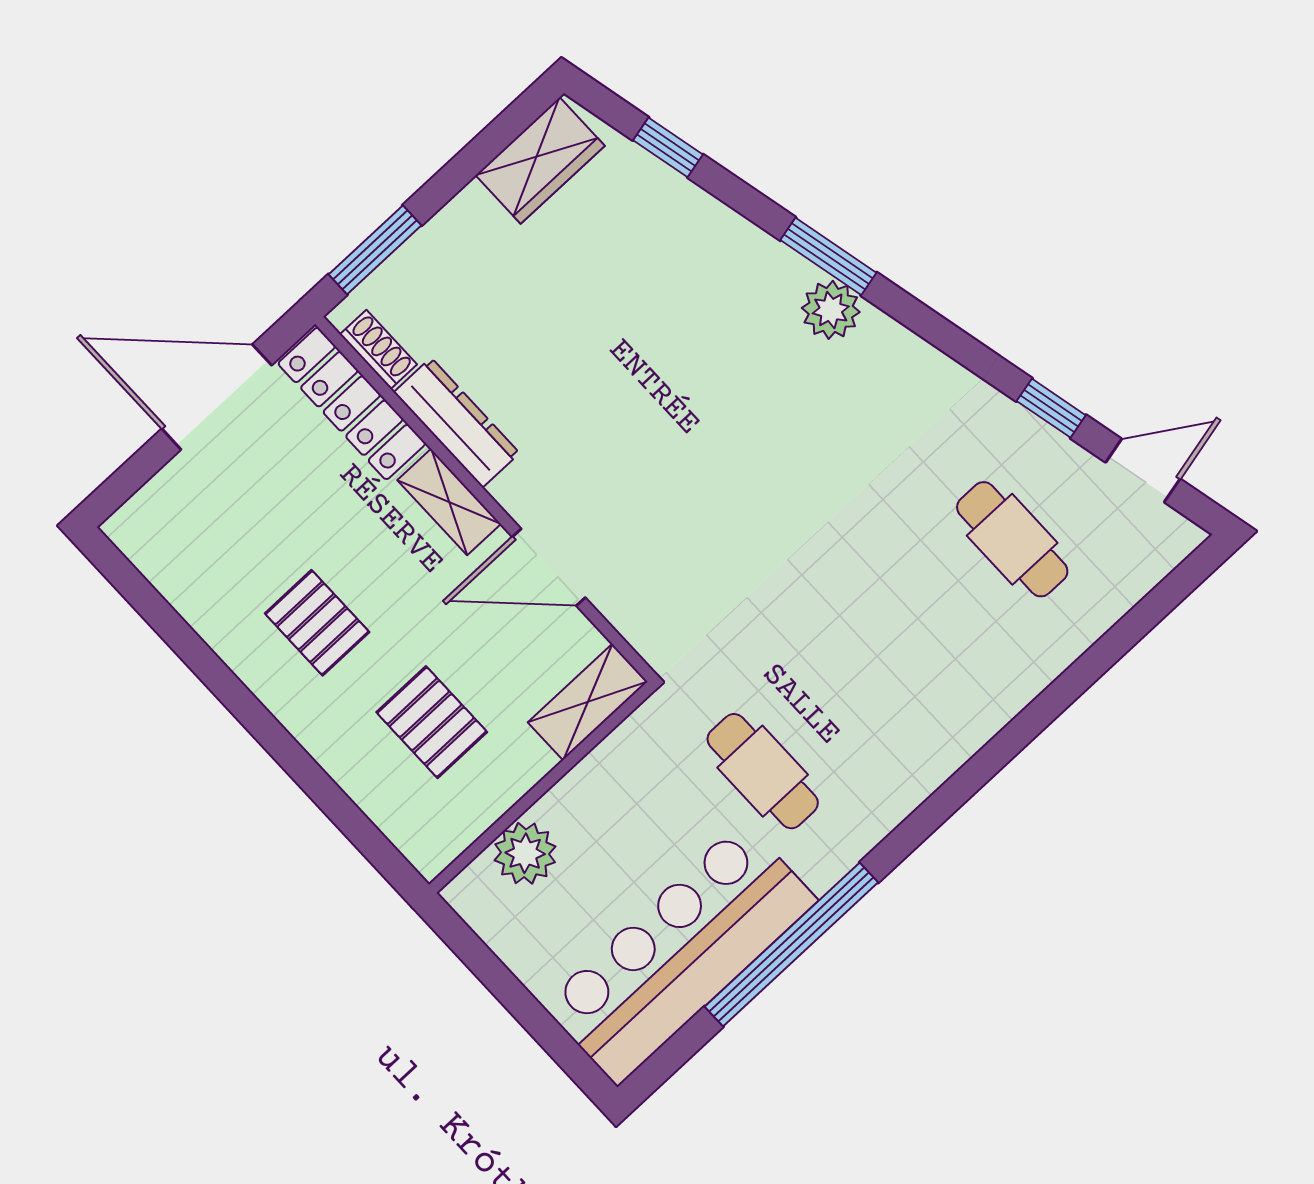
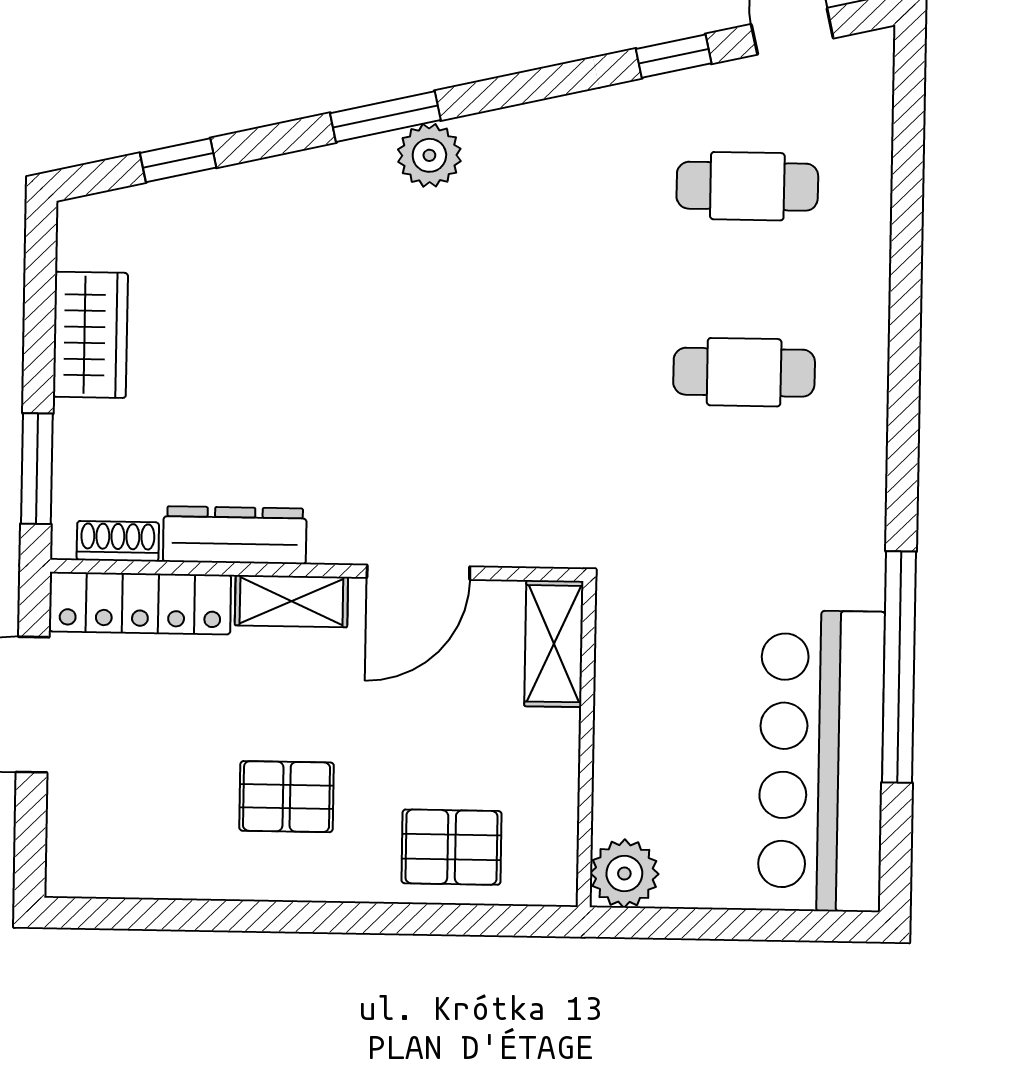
wardrobe: (540, 160) -> (90, 335), moved
pallet: (432, 722) -> (452, 847), moved
cafe table: (763, 771) -> (744, 372), moved
plant: (525, 853) -> (624, 874), moved

